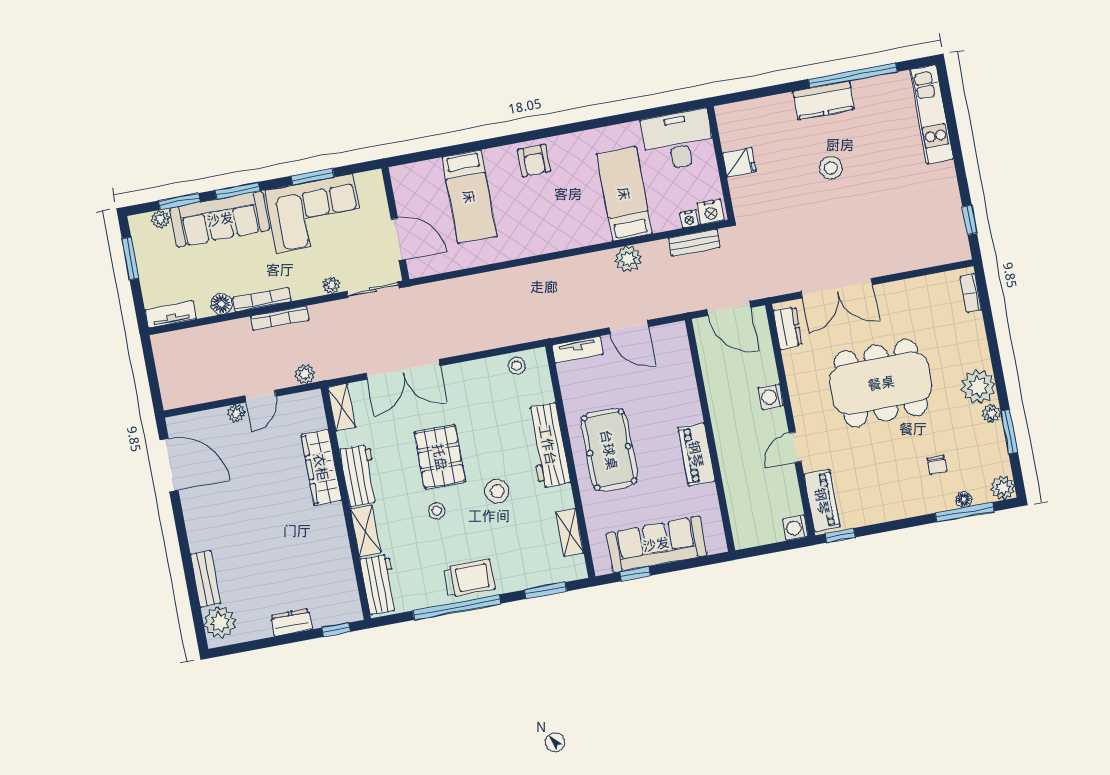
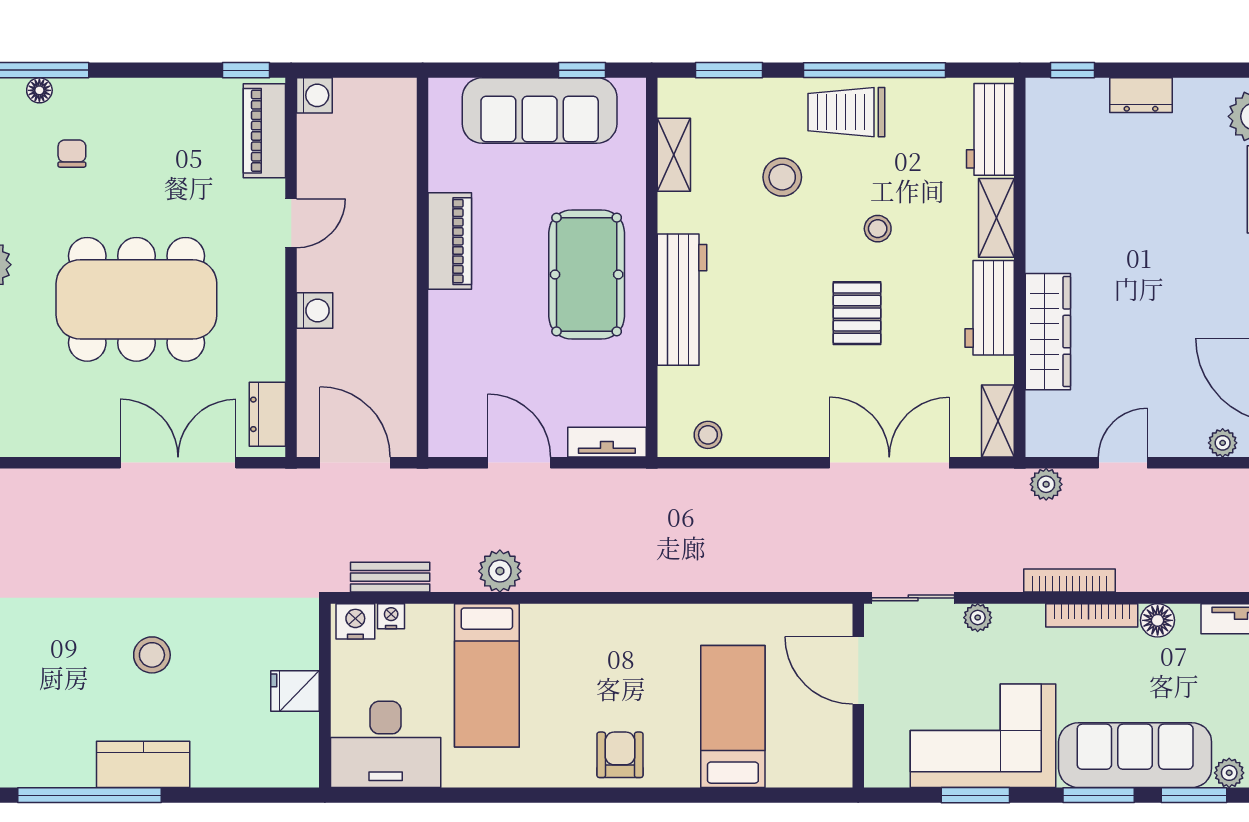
plant: (236, 413) -> (1223, 443), moved
pallet: (440, 457) -> (857, 313), width x0.67, depth x0.71
stool: (497, 491) -> (782, 177), moved

